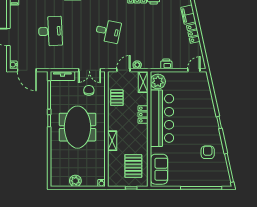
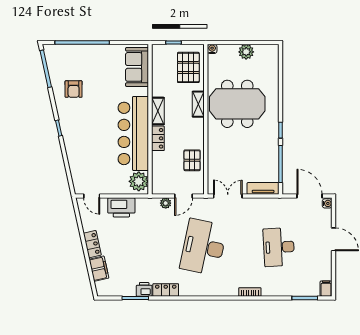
desk: (108, 31) -> (204, 247), width x1.87, depth x1.30
printer: (166, 64) -> (121, 207), width x1.87, depth x1.48
door: (194, 70) -> (92, 196), hinge flipped
shelving: (143, 82) -> (158, 111), moved
chair: (89, 90) -> (229, 170), removed
meeting table: (77, 127) -> (237, 104), moved, turned 90
pallet: (133, 166) -> (188, 67), moved

